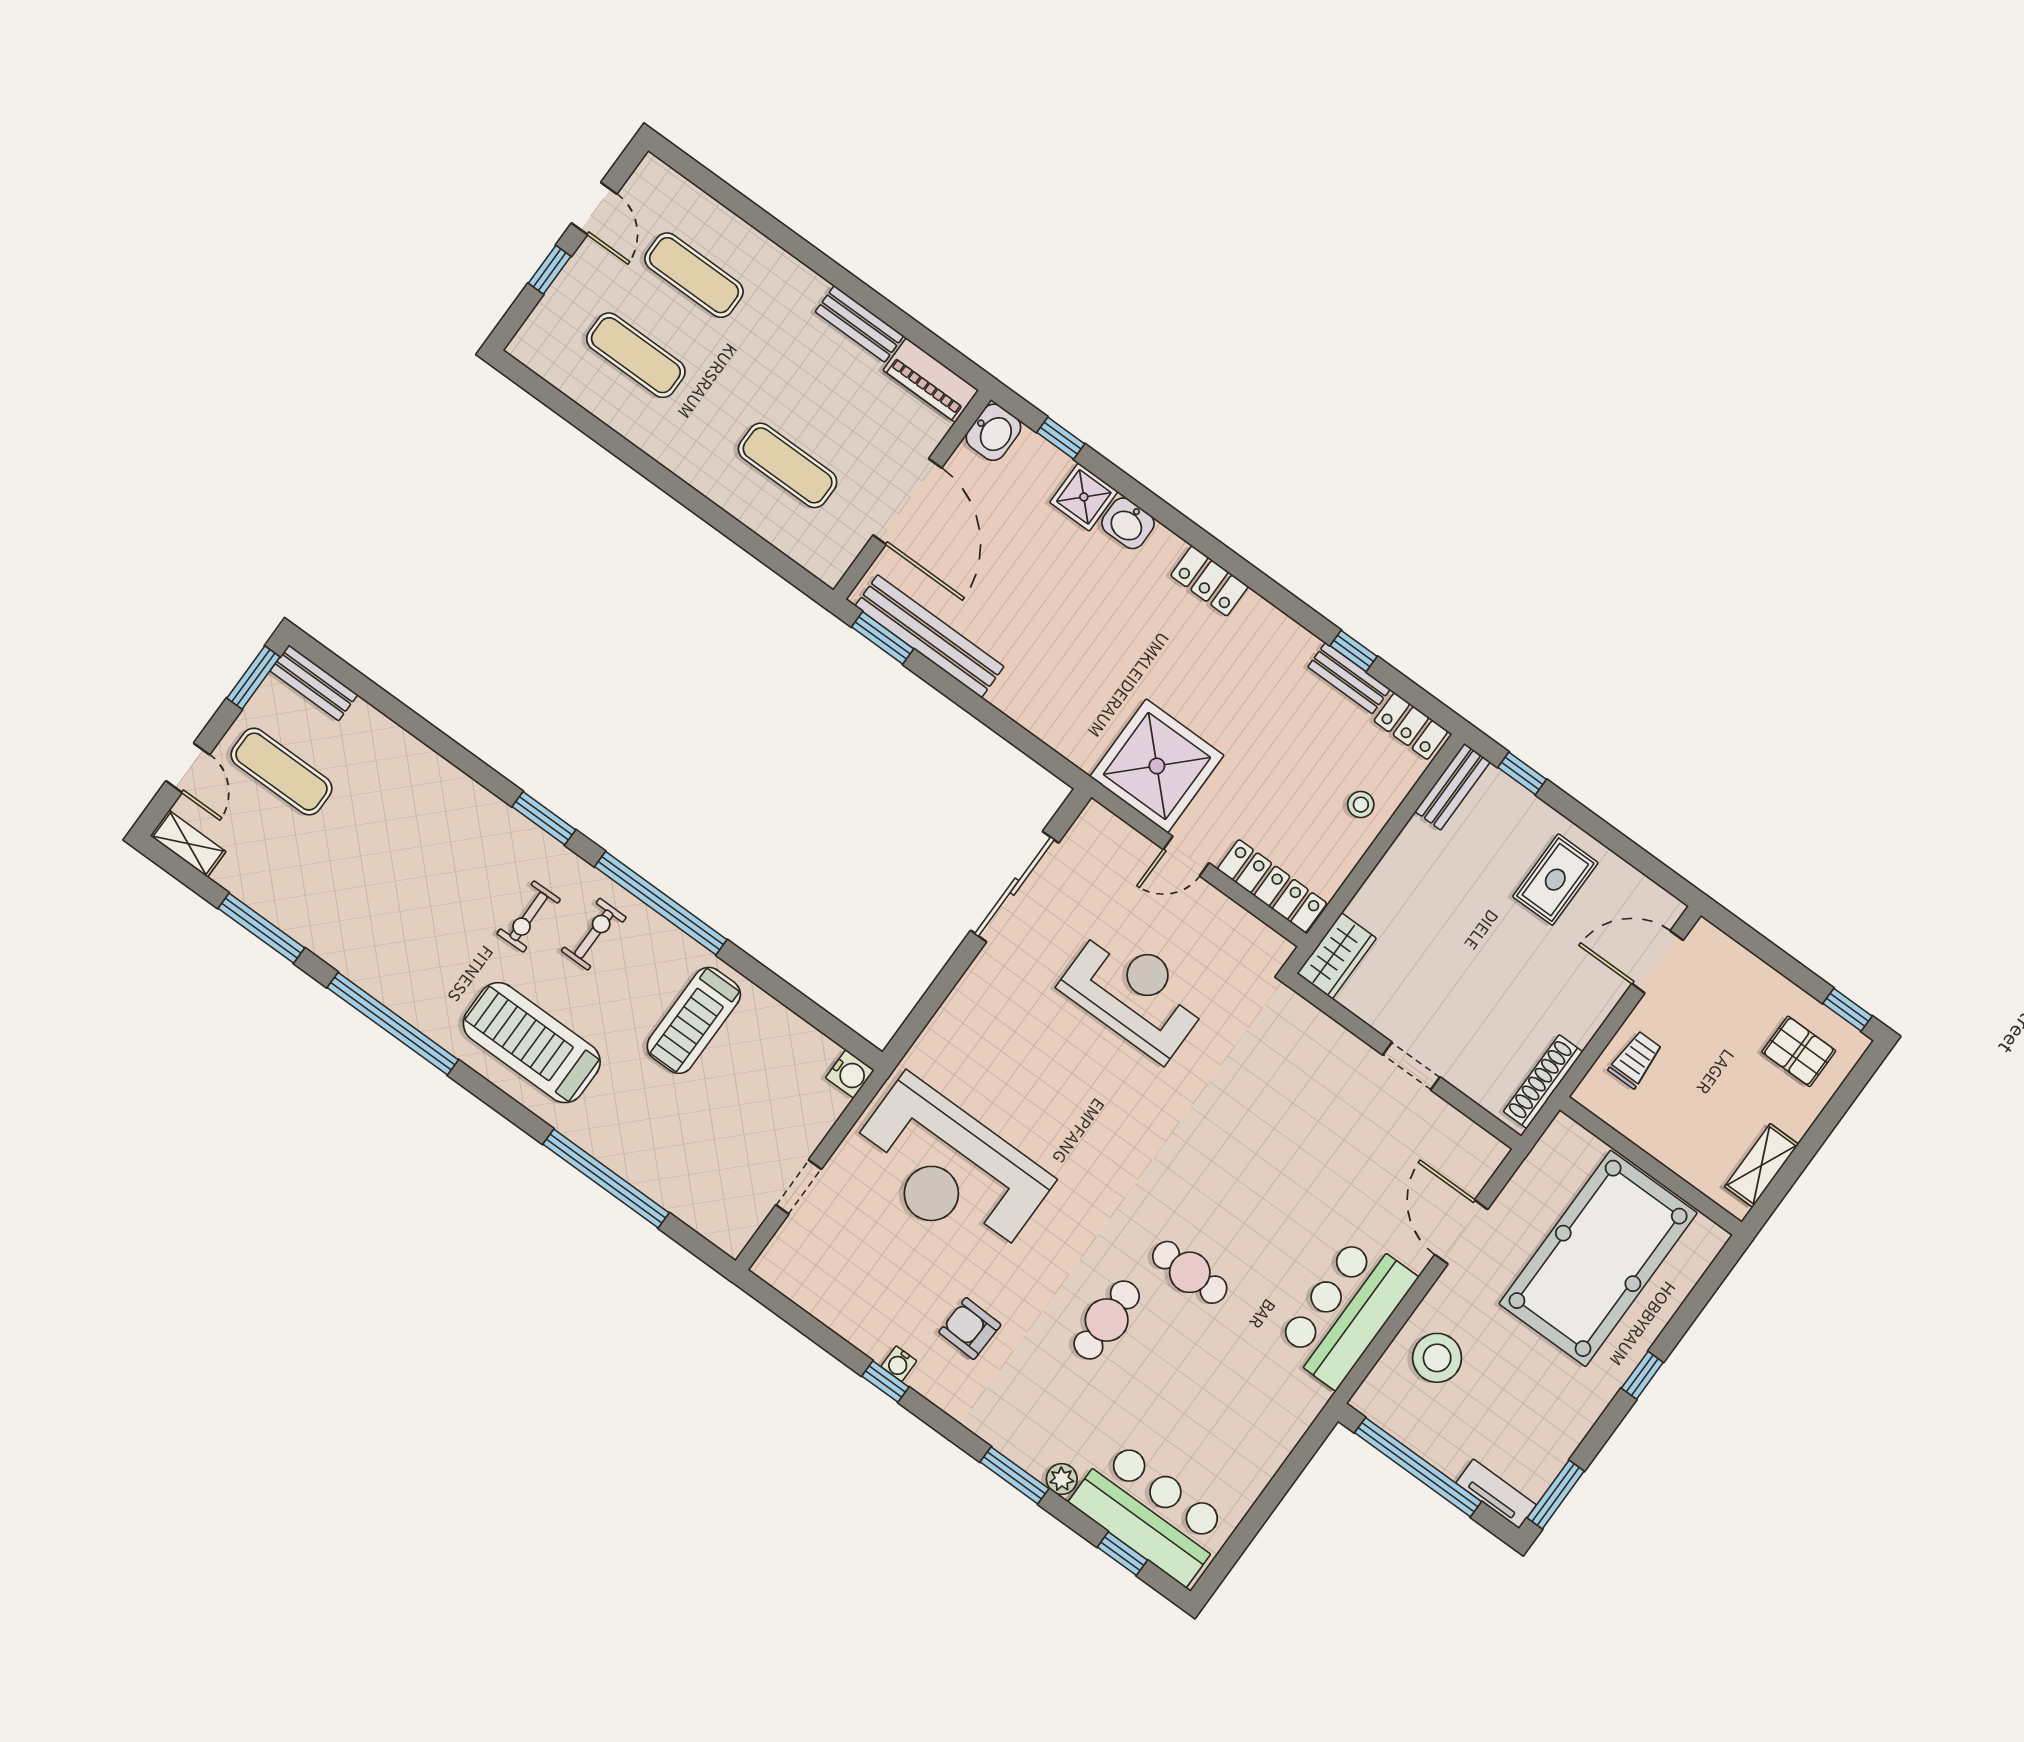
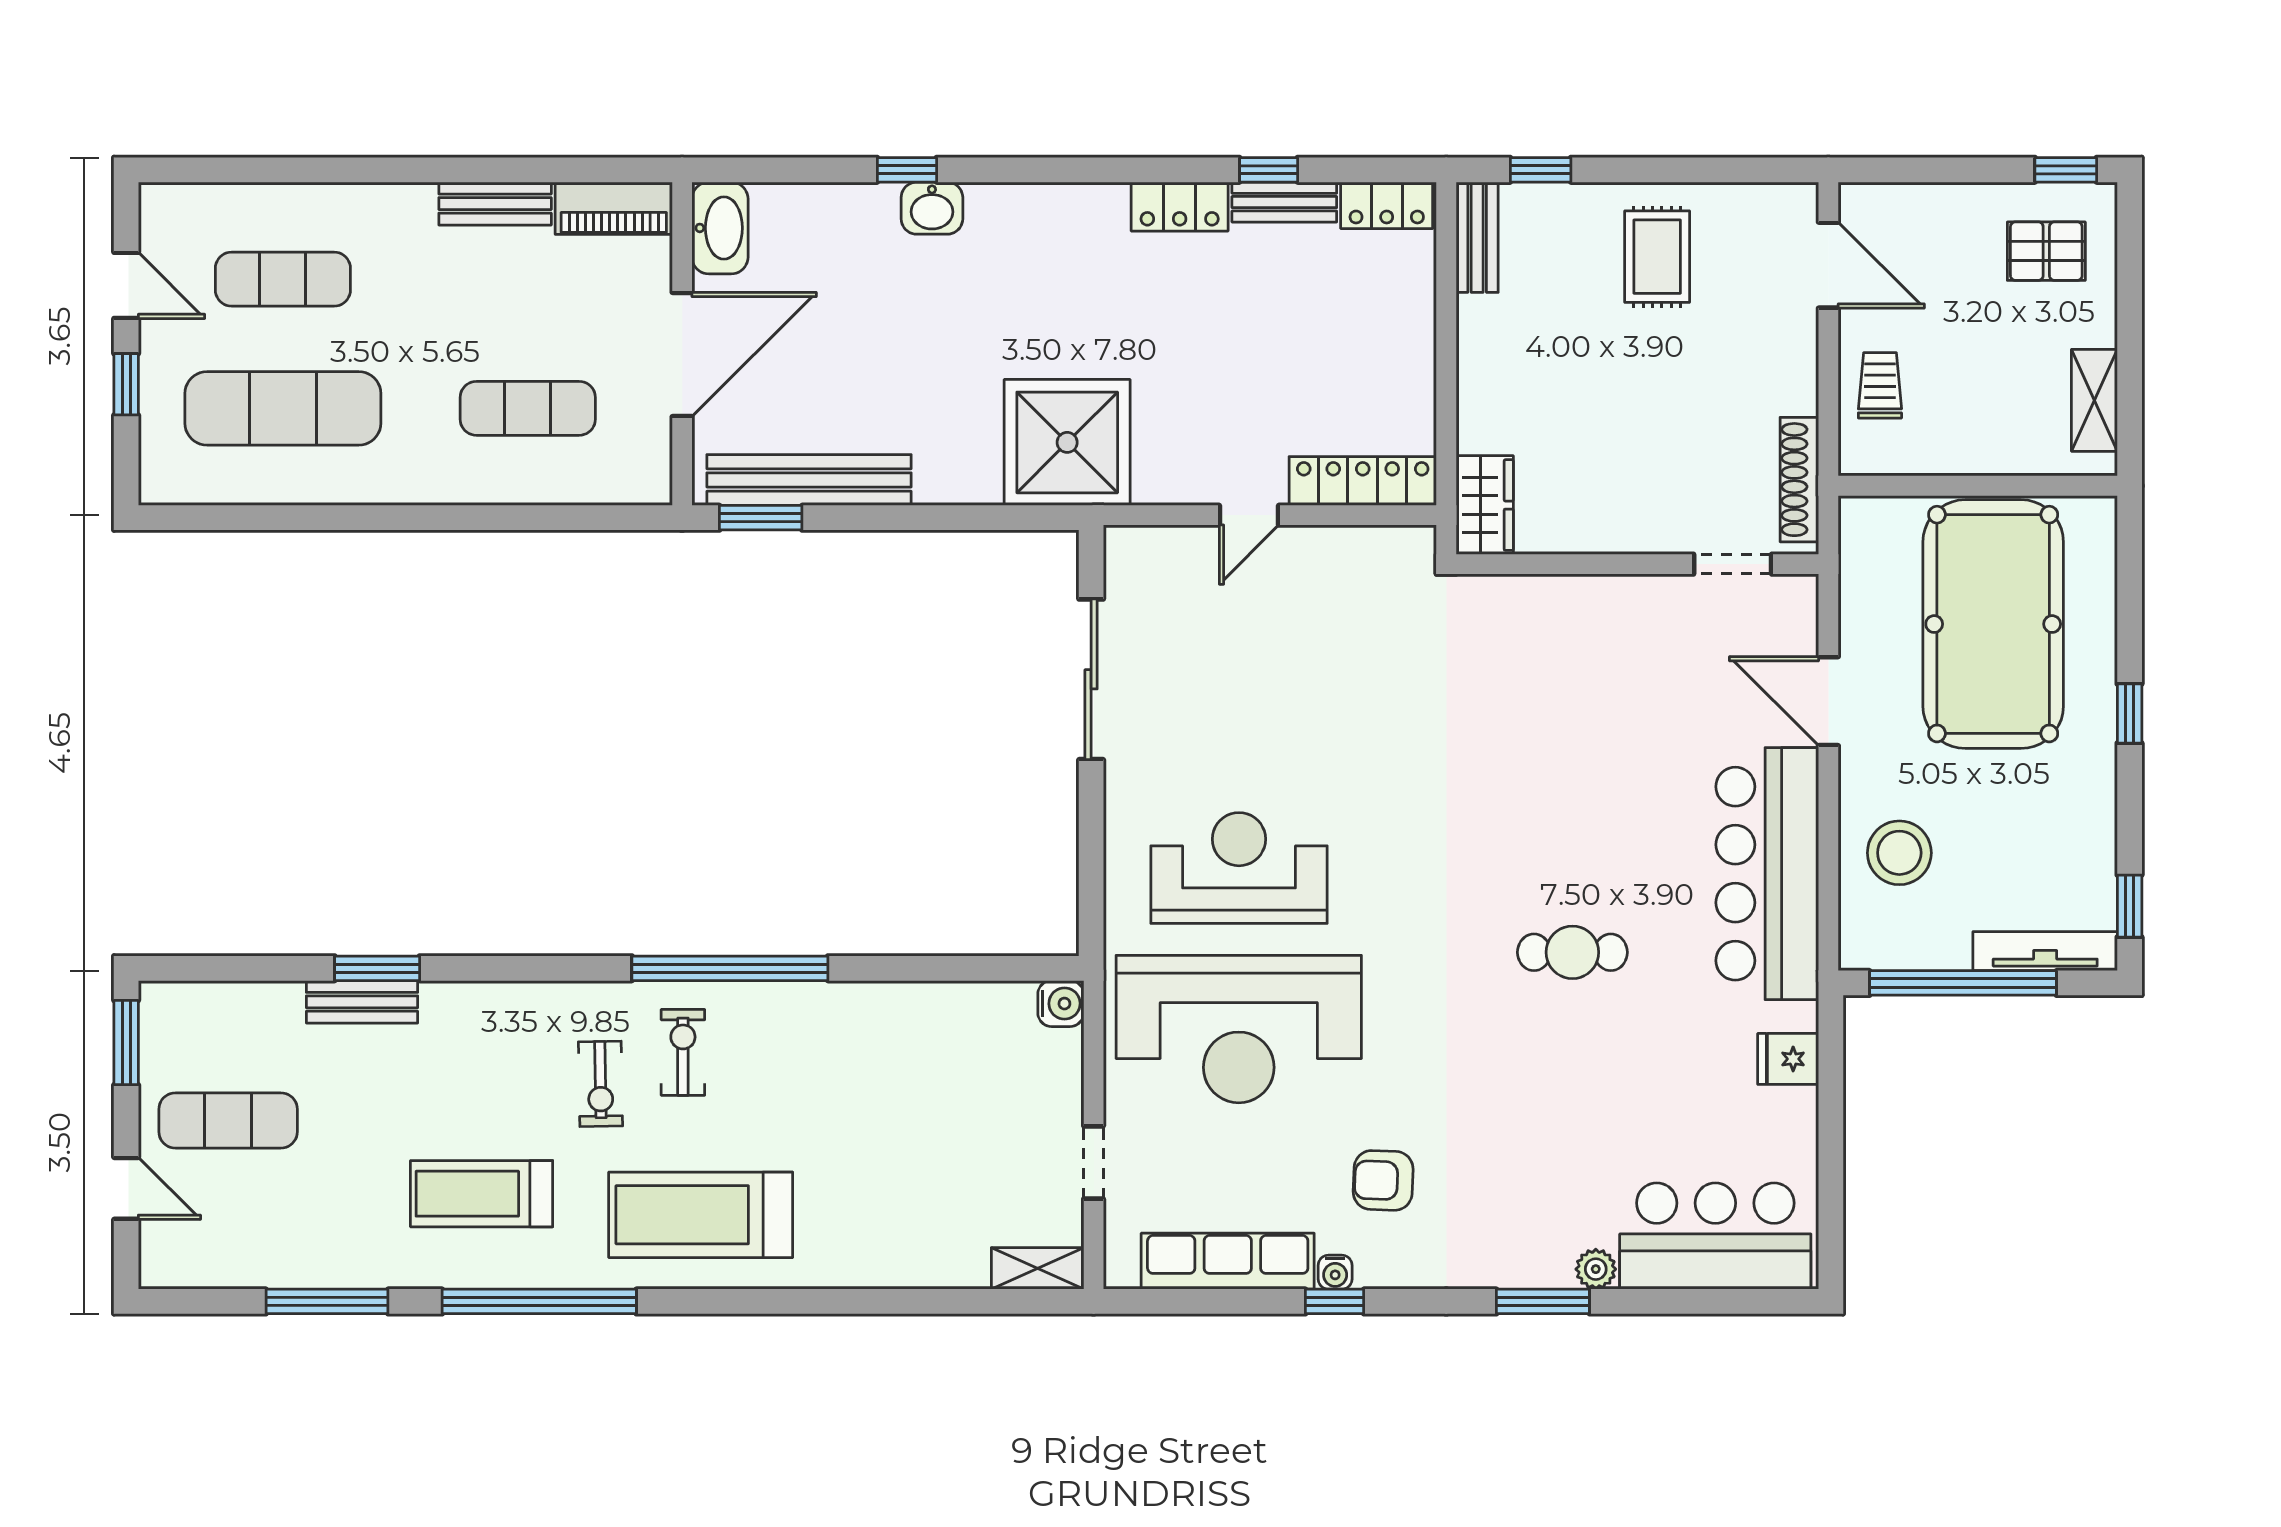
exercise mat: (636, 355) -> (283, 408), width x1.36, depth x1.45
washbasin: (993, 432) -> (720, 228), width x1.38
window: (1061, 438) -> (907, 170), moved
shower: (1084, 497) -> (865, 214), removed
door: (907, 502) -> (682, 355), hinge flipped
locker: (1209, 581) -> (1180, 207), moved
bench: (314, 683) -> (362, 1002), moved
shower: (1157, 766) -> (1067, 442), moved
stool: (1361, 805) -> (1394, 327), removed
window: (544, 818) -> (377, 968), moved
shelving: (188, 844) -> (1038, 1268), moved
door: (1658, 962) -> (1828, 265), swing flipped
reception desk: (1134, 993) -> (1239, 868), moved
treadmill: (694, 1020) -> (482, 1194), moved, turned 90
doorway: (1411, 1066) -> (1733, 564), moved
window: (606, 1178) -> (883, 1301), removed
row of seats: (837, 1309) -> (1228, 1261), added
bar counter: (1346, 1311) -> (1767, 874), width x1.36
cafe table: (1107, 1320) -> (1521, 1066), removed
fridge: (1275, 1436) -> (1788, 1059), added
tv unit: (1496, 1494) -> (2045, 951), width x1.41
window: (1556, 1494) -> (2130, 906), width x0.67
window: (1122, 1554) -> (1717, 1301), removed

